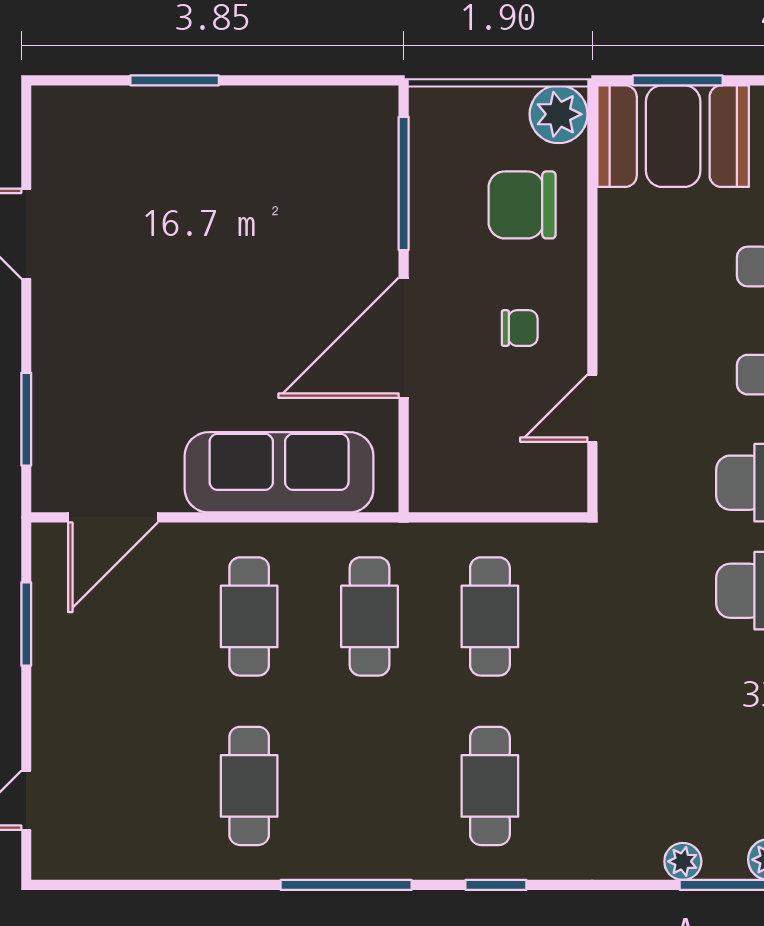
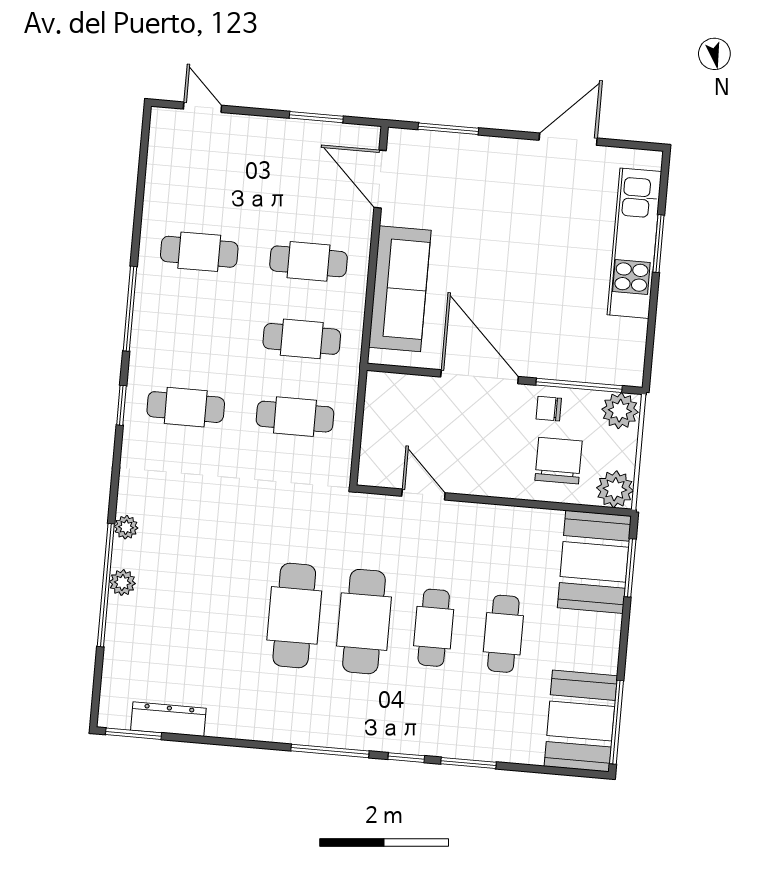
kitchen unit: (177, 117) -> (634, 243), added
plant: (437, 117) -> (620, 411), added
chair: (520, 328) -> (549, 409), moved, turned 90

